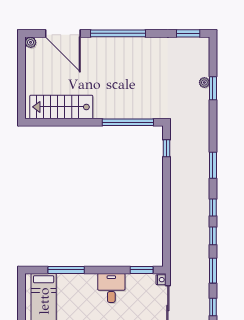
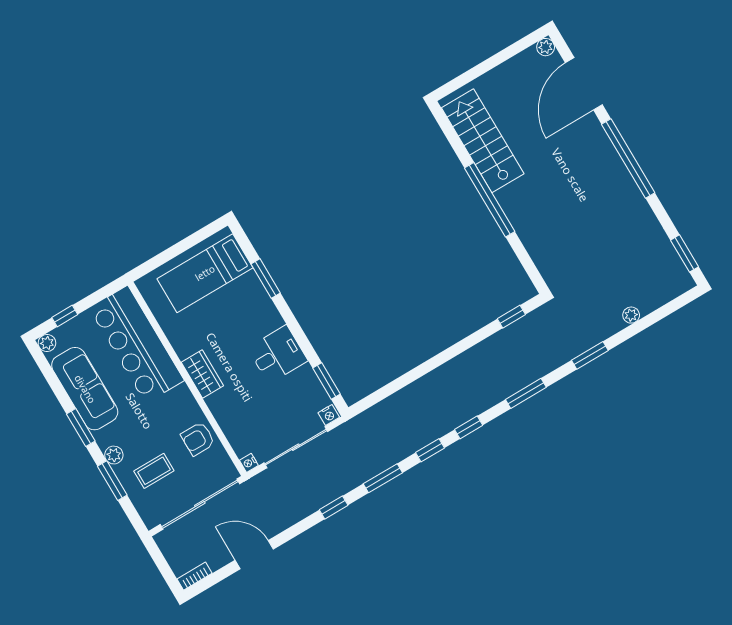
window: (213, 88) -> (590, 355), moved
window: (128, 122) -> (490, 200), moved
window: (66, 270) -> (266, 278), width x0.69

